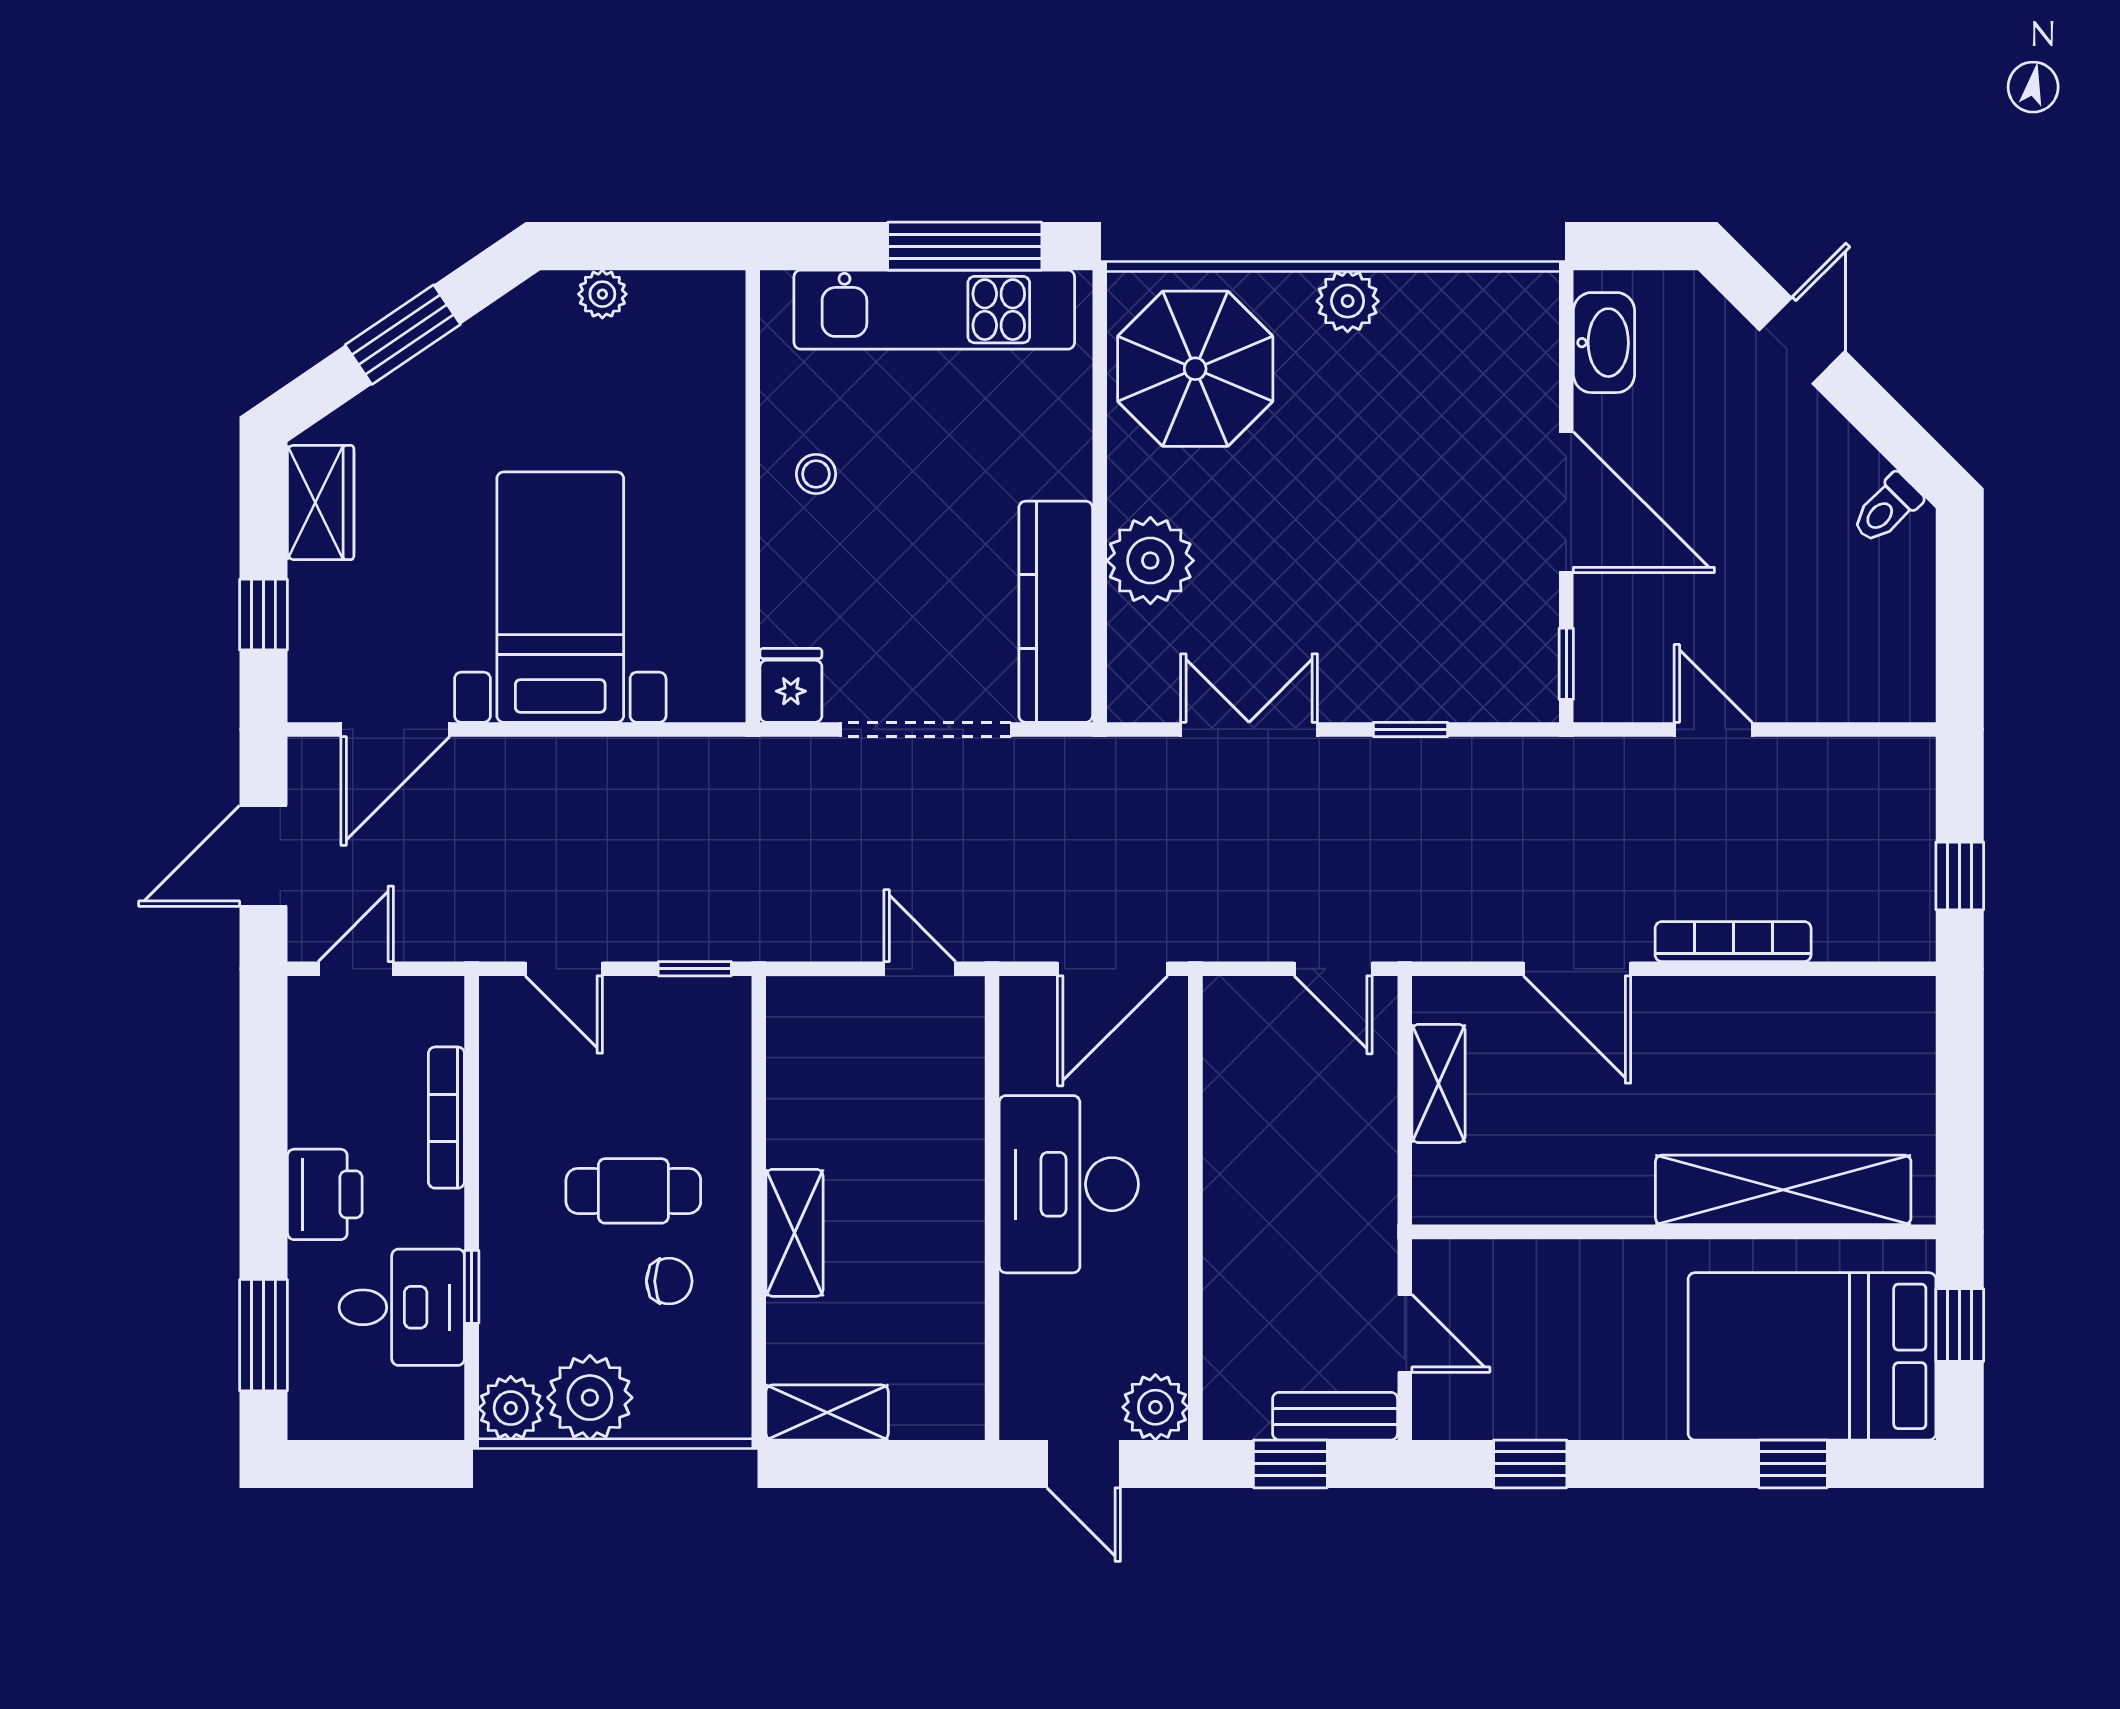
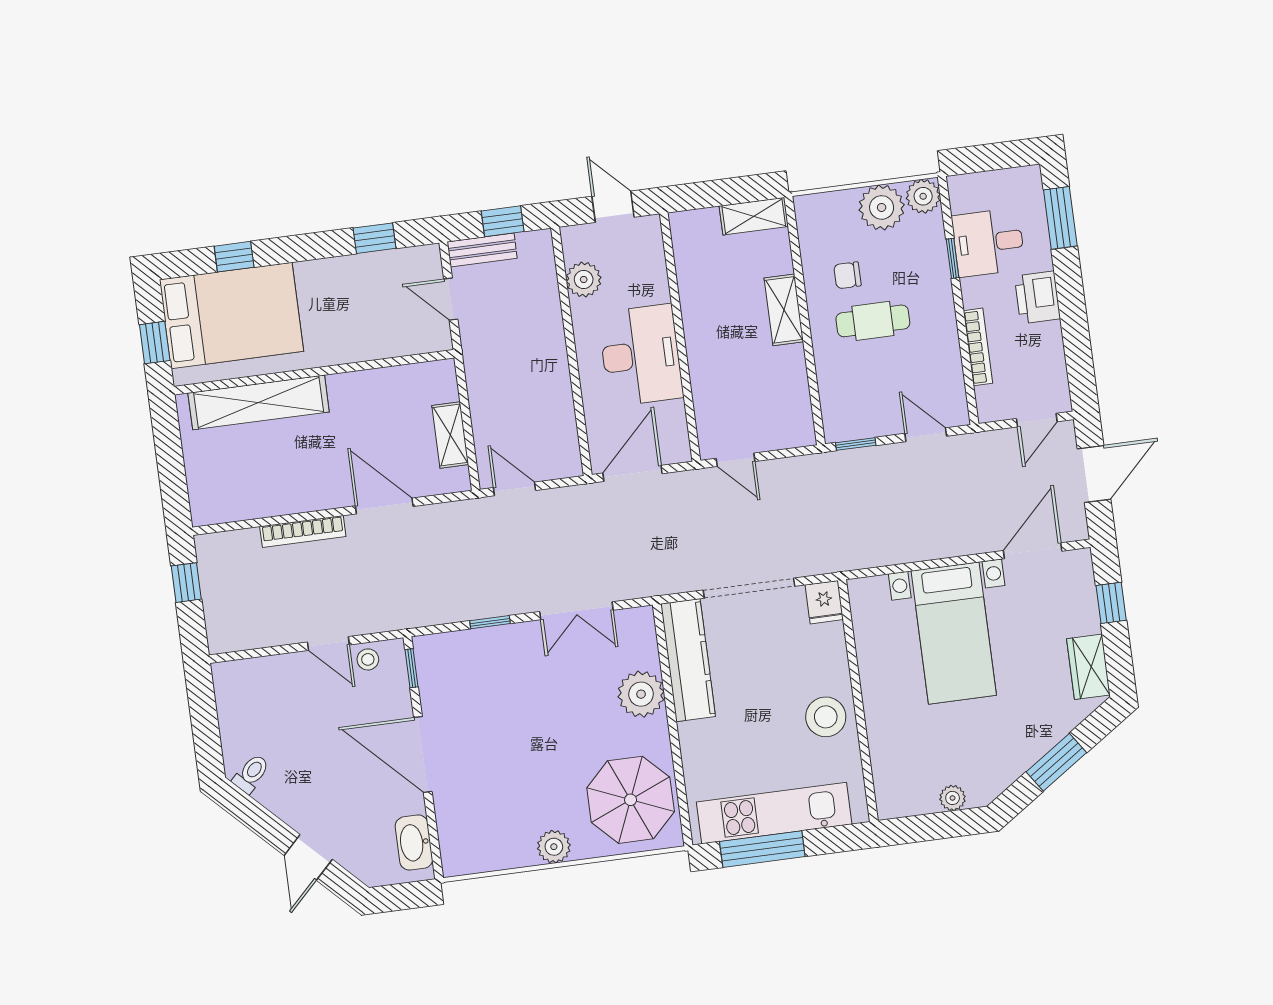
stool: (816, 474) -> (826, 717), width x1.89, depth x1.89
stool: (1644, 691) -> (368, 659), added
plant: (1155, 1407) -> (584, 279), moved

